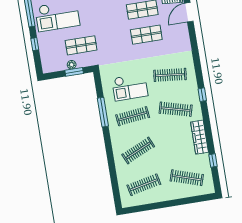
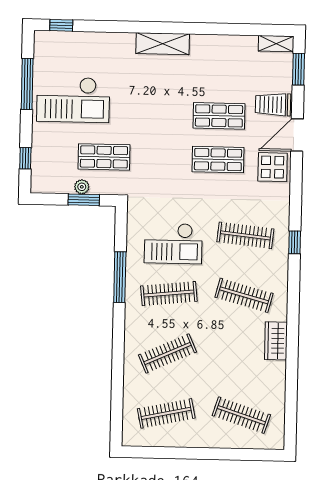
display table: (178, 33) -> (273, 167), added
window: (35, 44) -> (25, 158), moved
window: (202, 95) -> (295, 242), moved
wardrobe: (200, 137) -> (276, 341), width x0.67
window: (213, 160) -> (291, 394), removed

